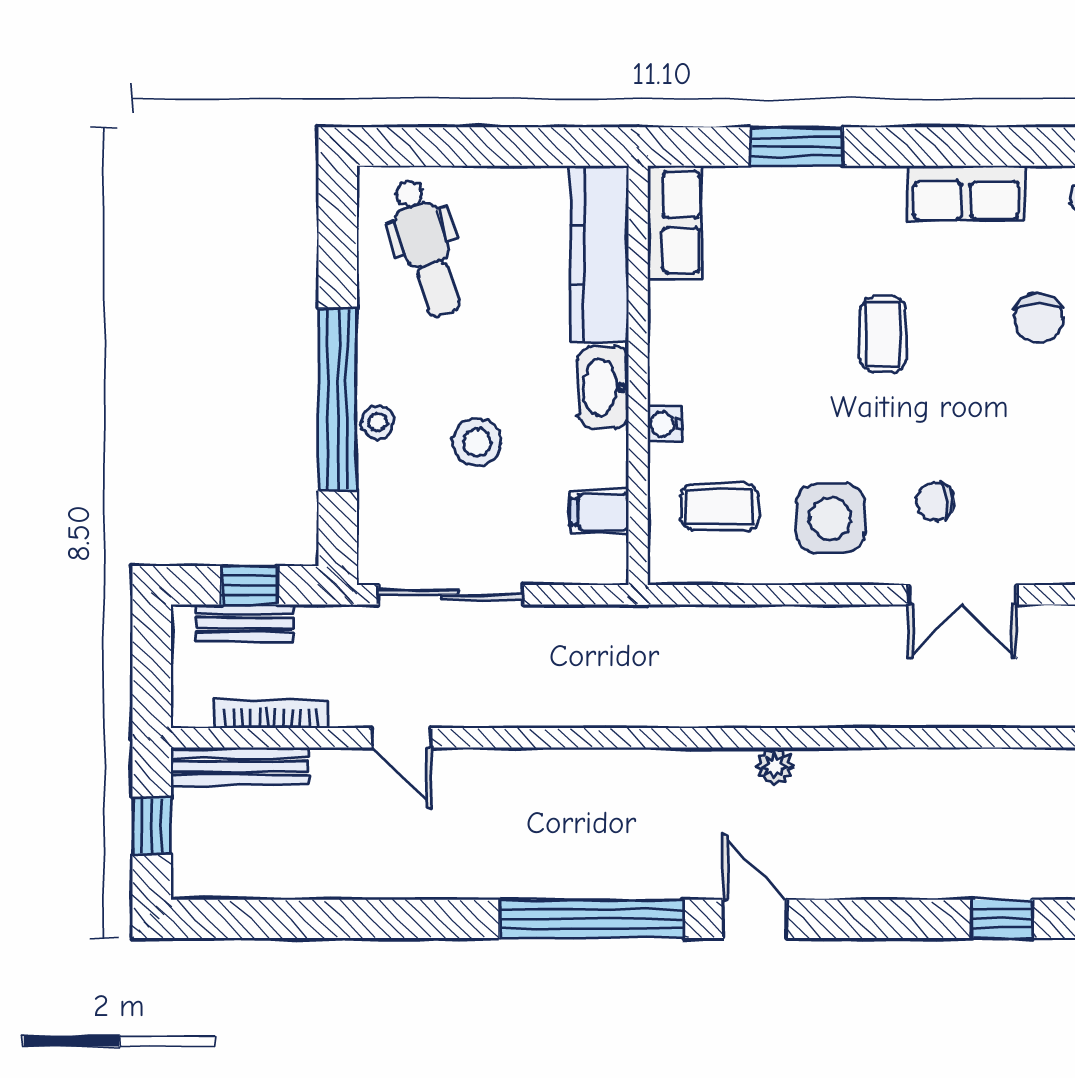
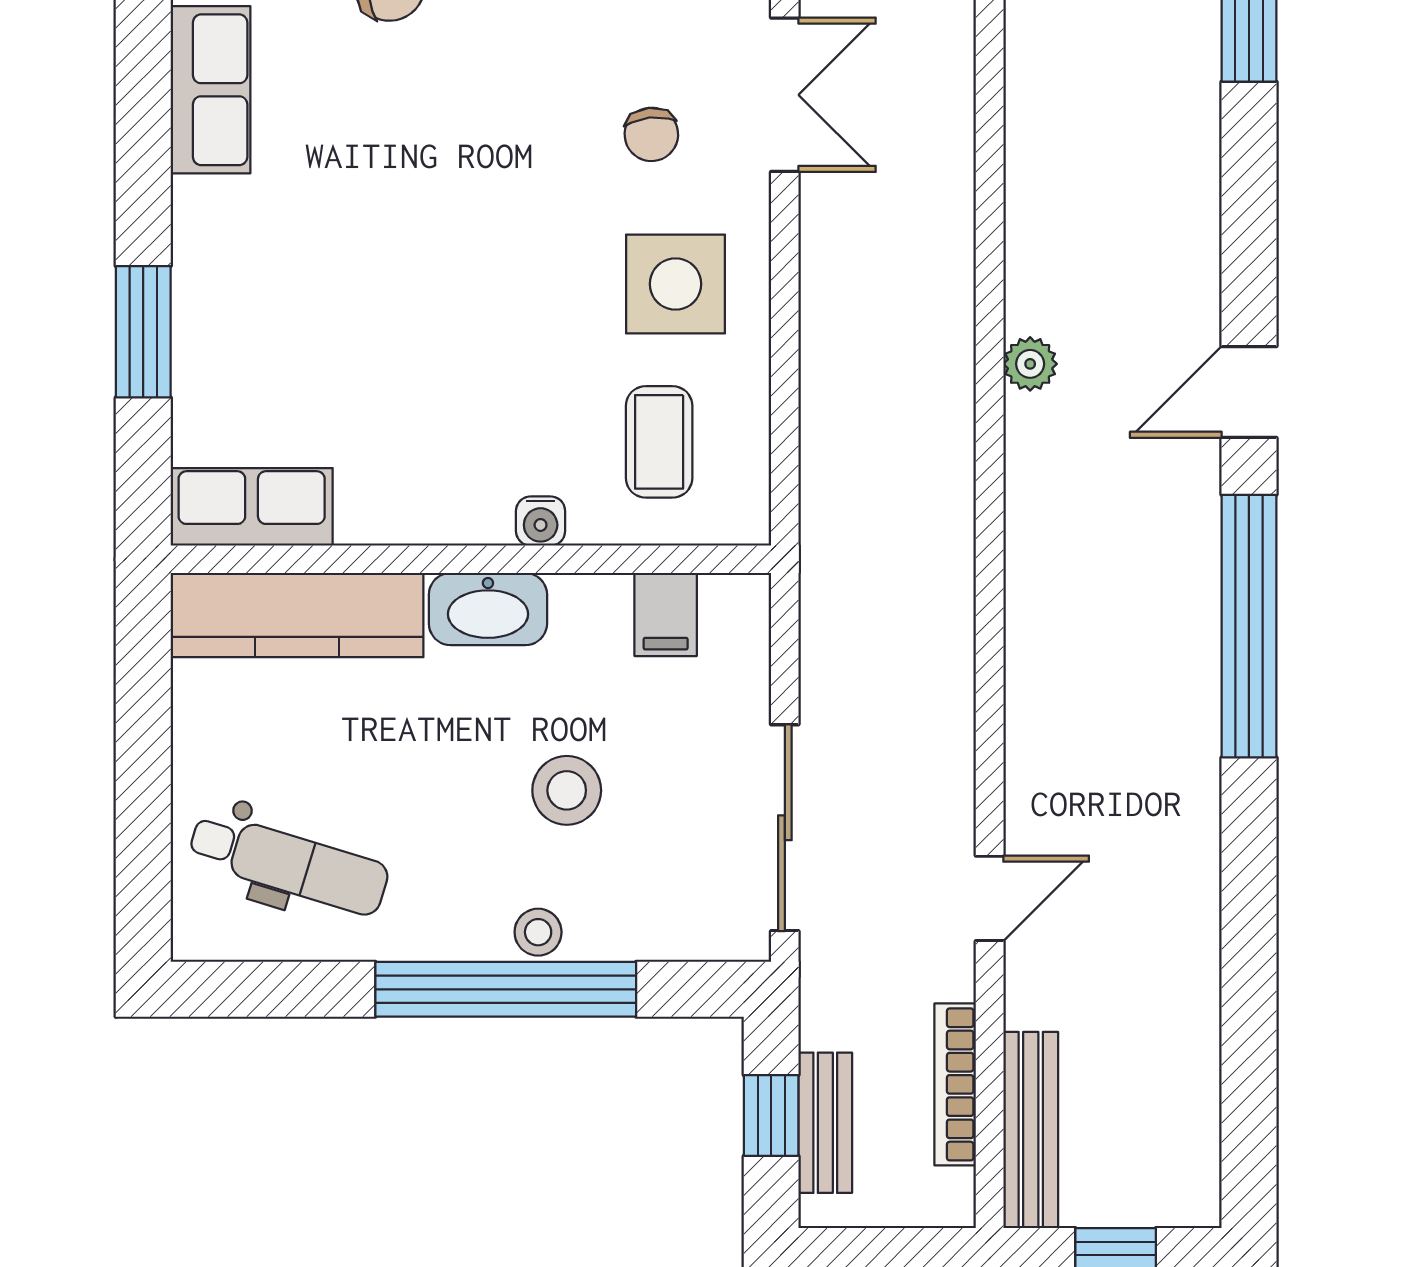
dental chair: (426, 248) -> (289, 863), turned 34
coffee table: (883, 334) -> (412, 209), removed

